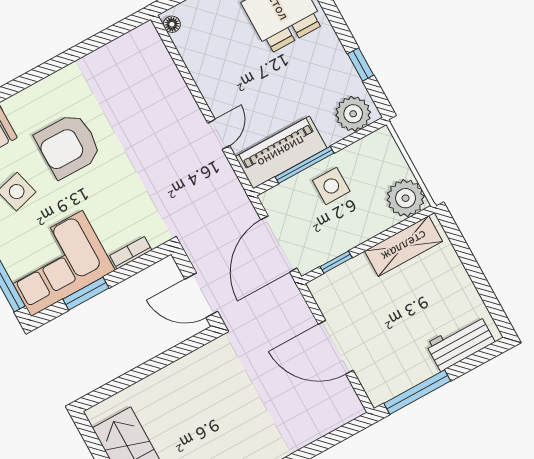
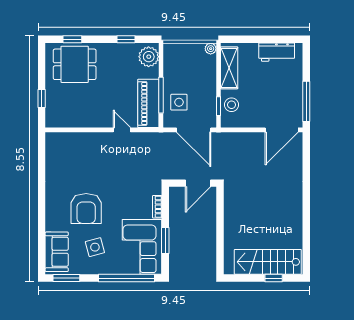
floor lamp: (172, 24) -> (54, 123), removed
side table: (331, 186) -> (179, 102), moved
plant: (406, 198) -> (211, 49), width x0.53, depth x0.53
stool: (349, 281) -> (232, 105), added
workbench: (460, 343) -> (277, 52), moved, turned -90
door: (336, 347) -> (282, 130), moved

